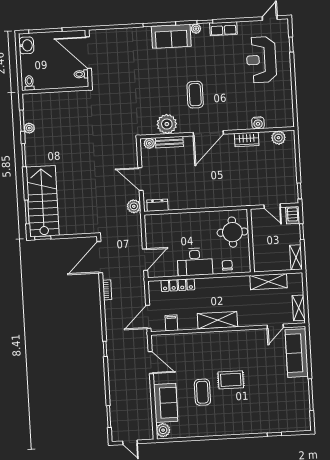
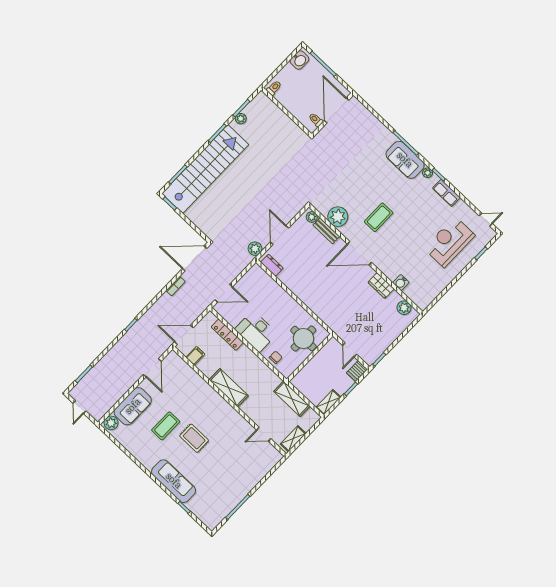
stairs: (43, 201) -> (205, 169), width x1.36
sofa: (297, 353) -> (174, 481), moved, turned 90

